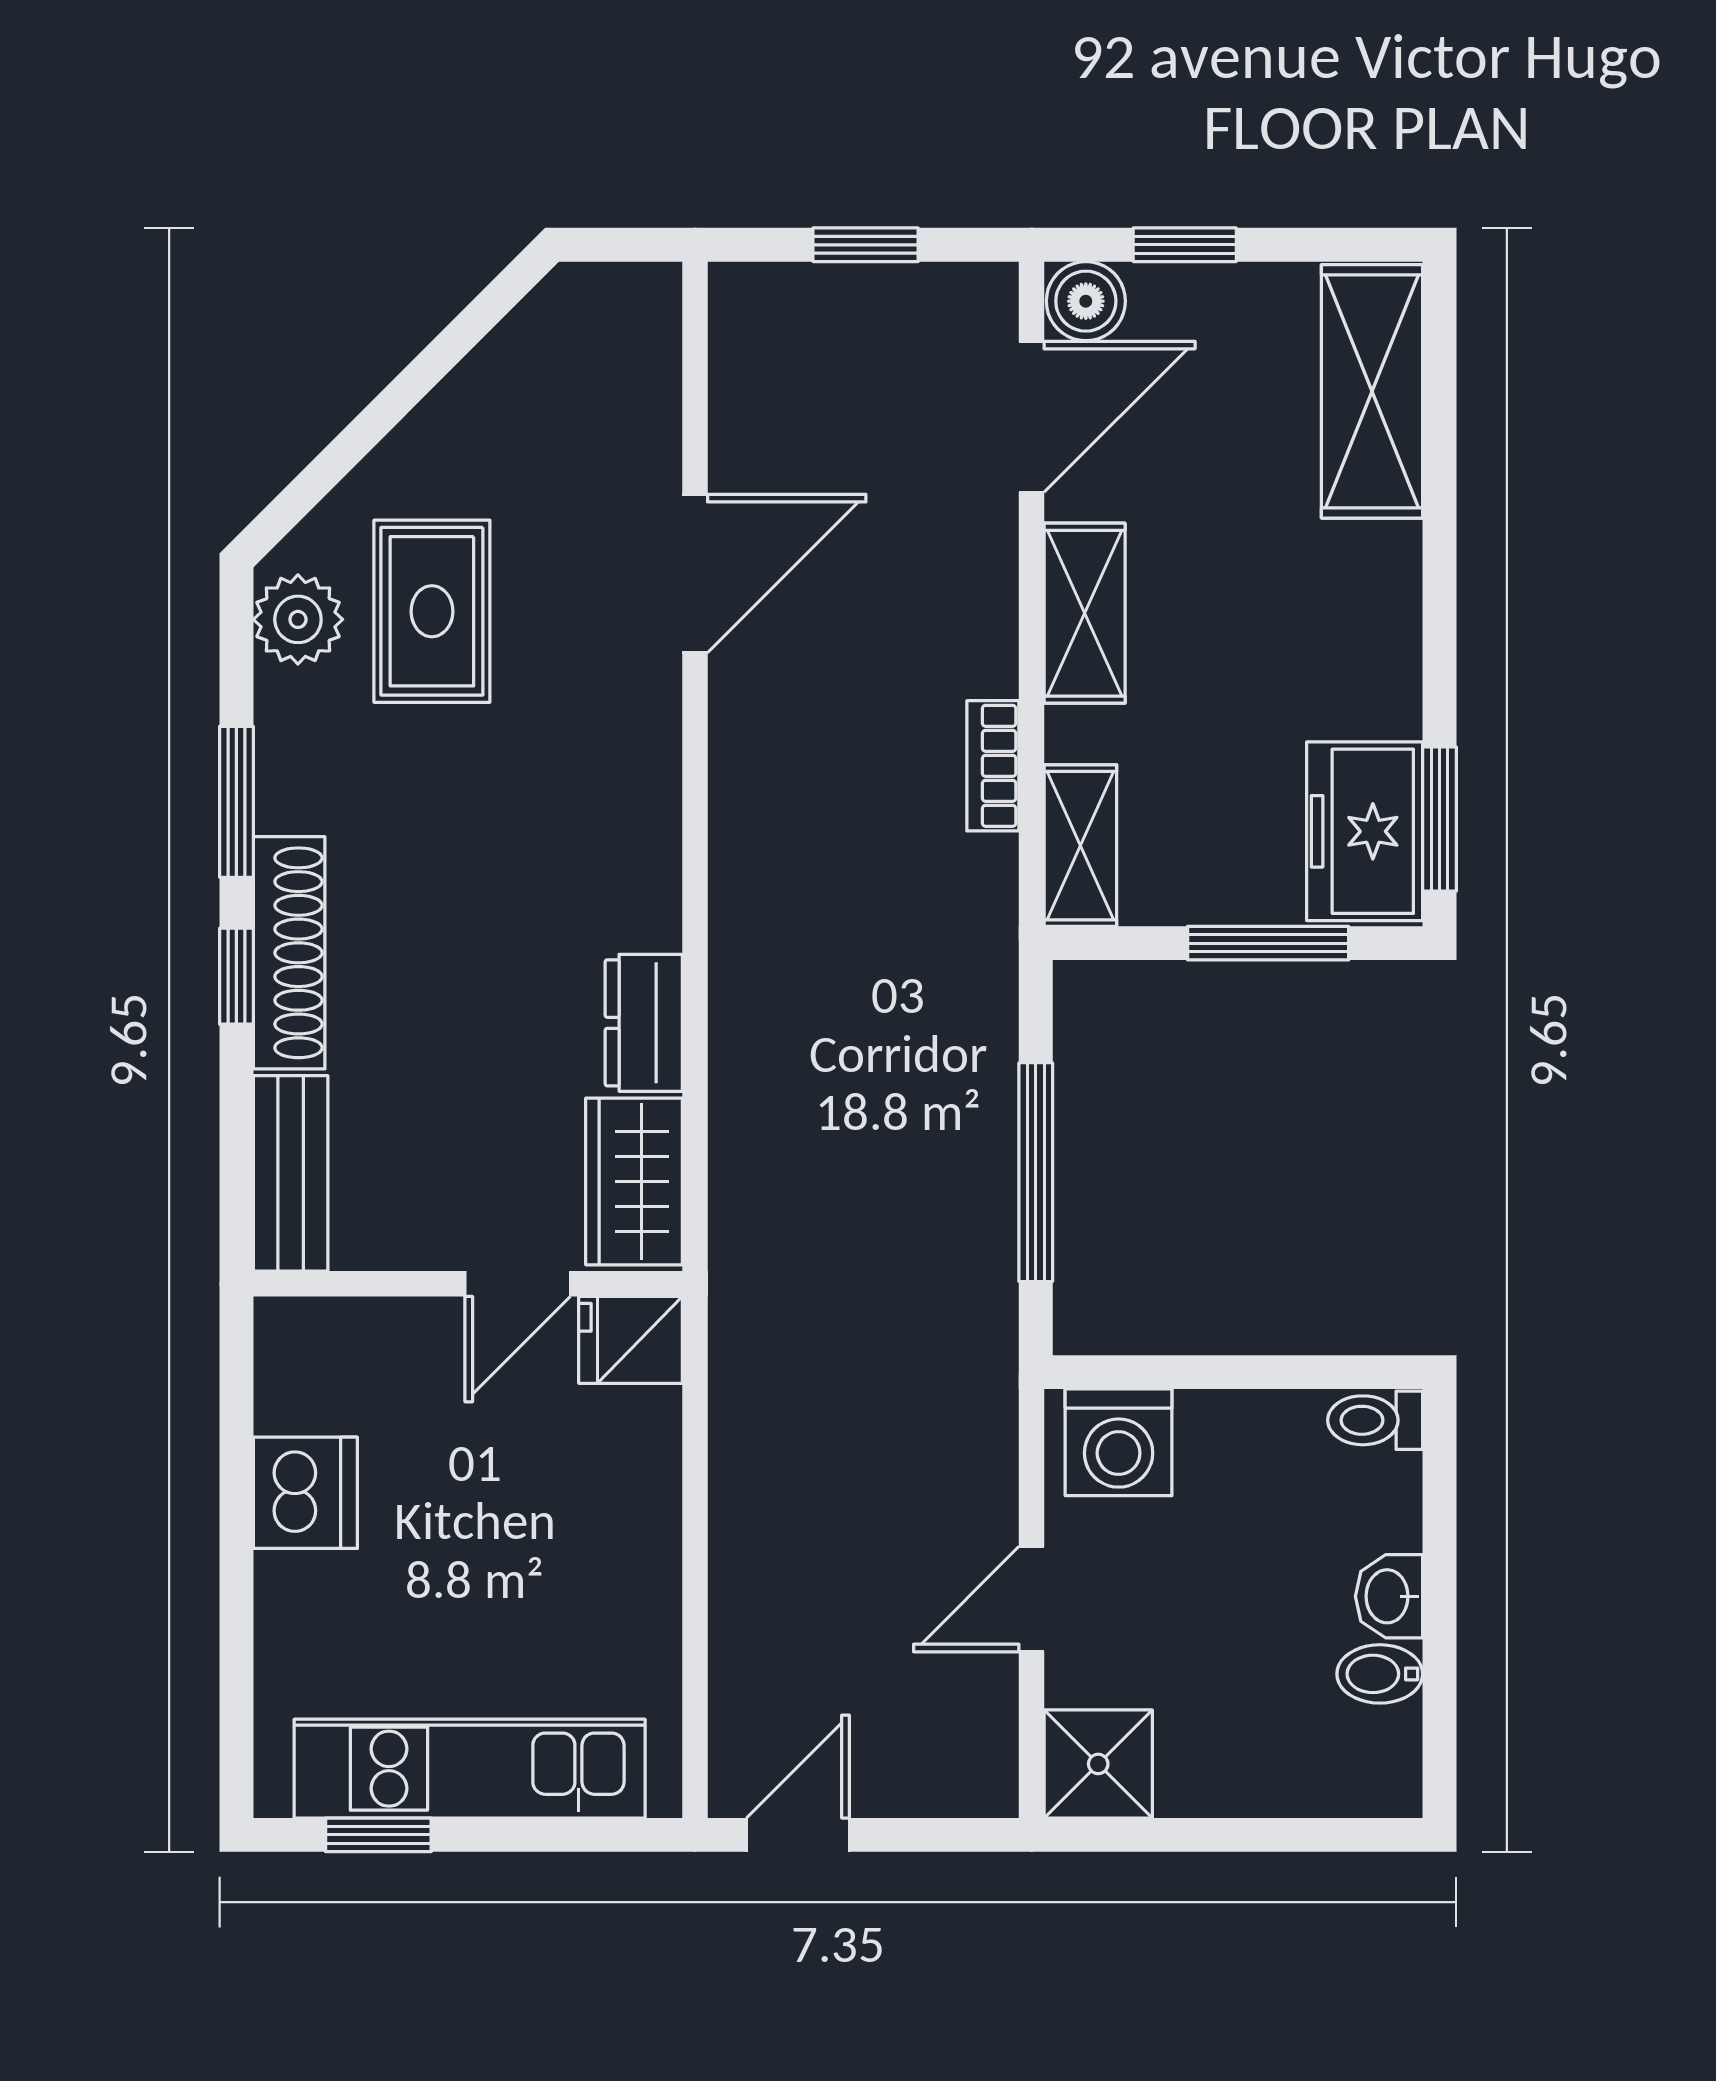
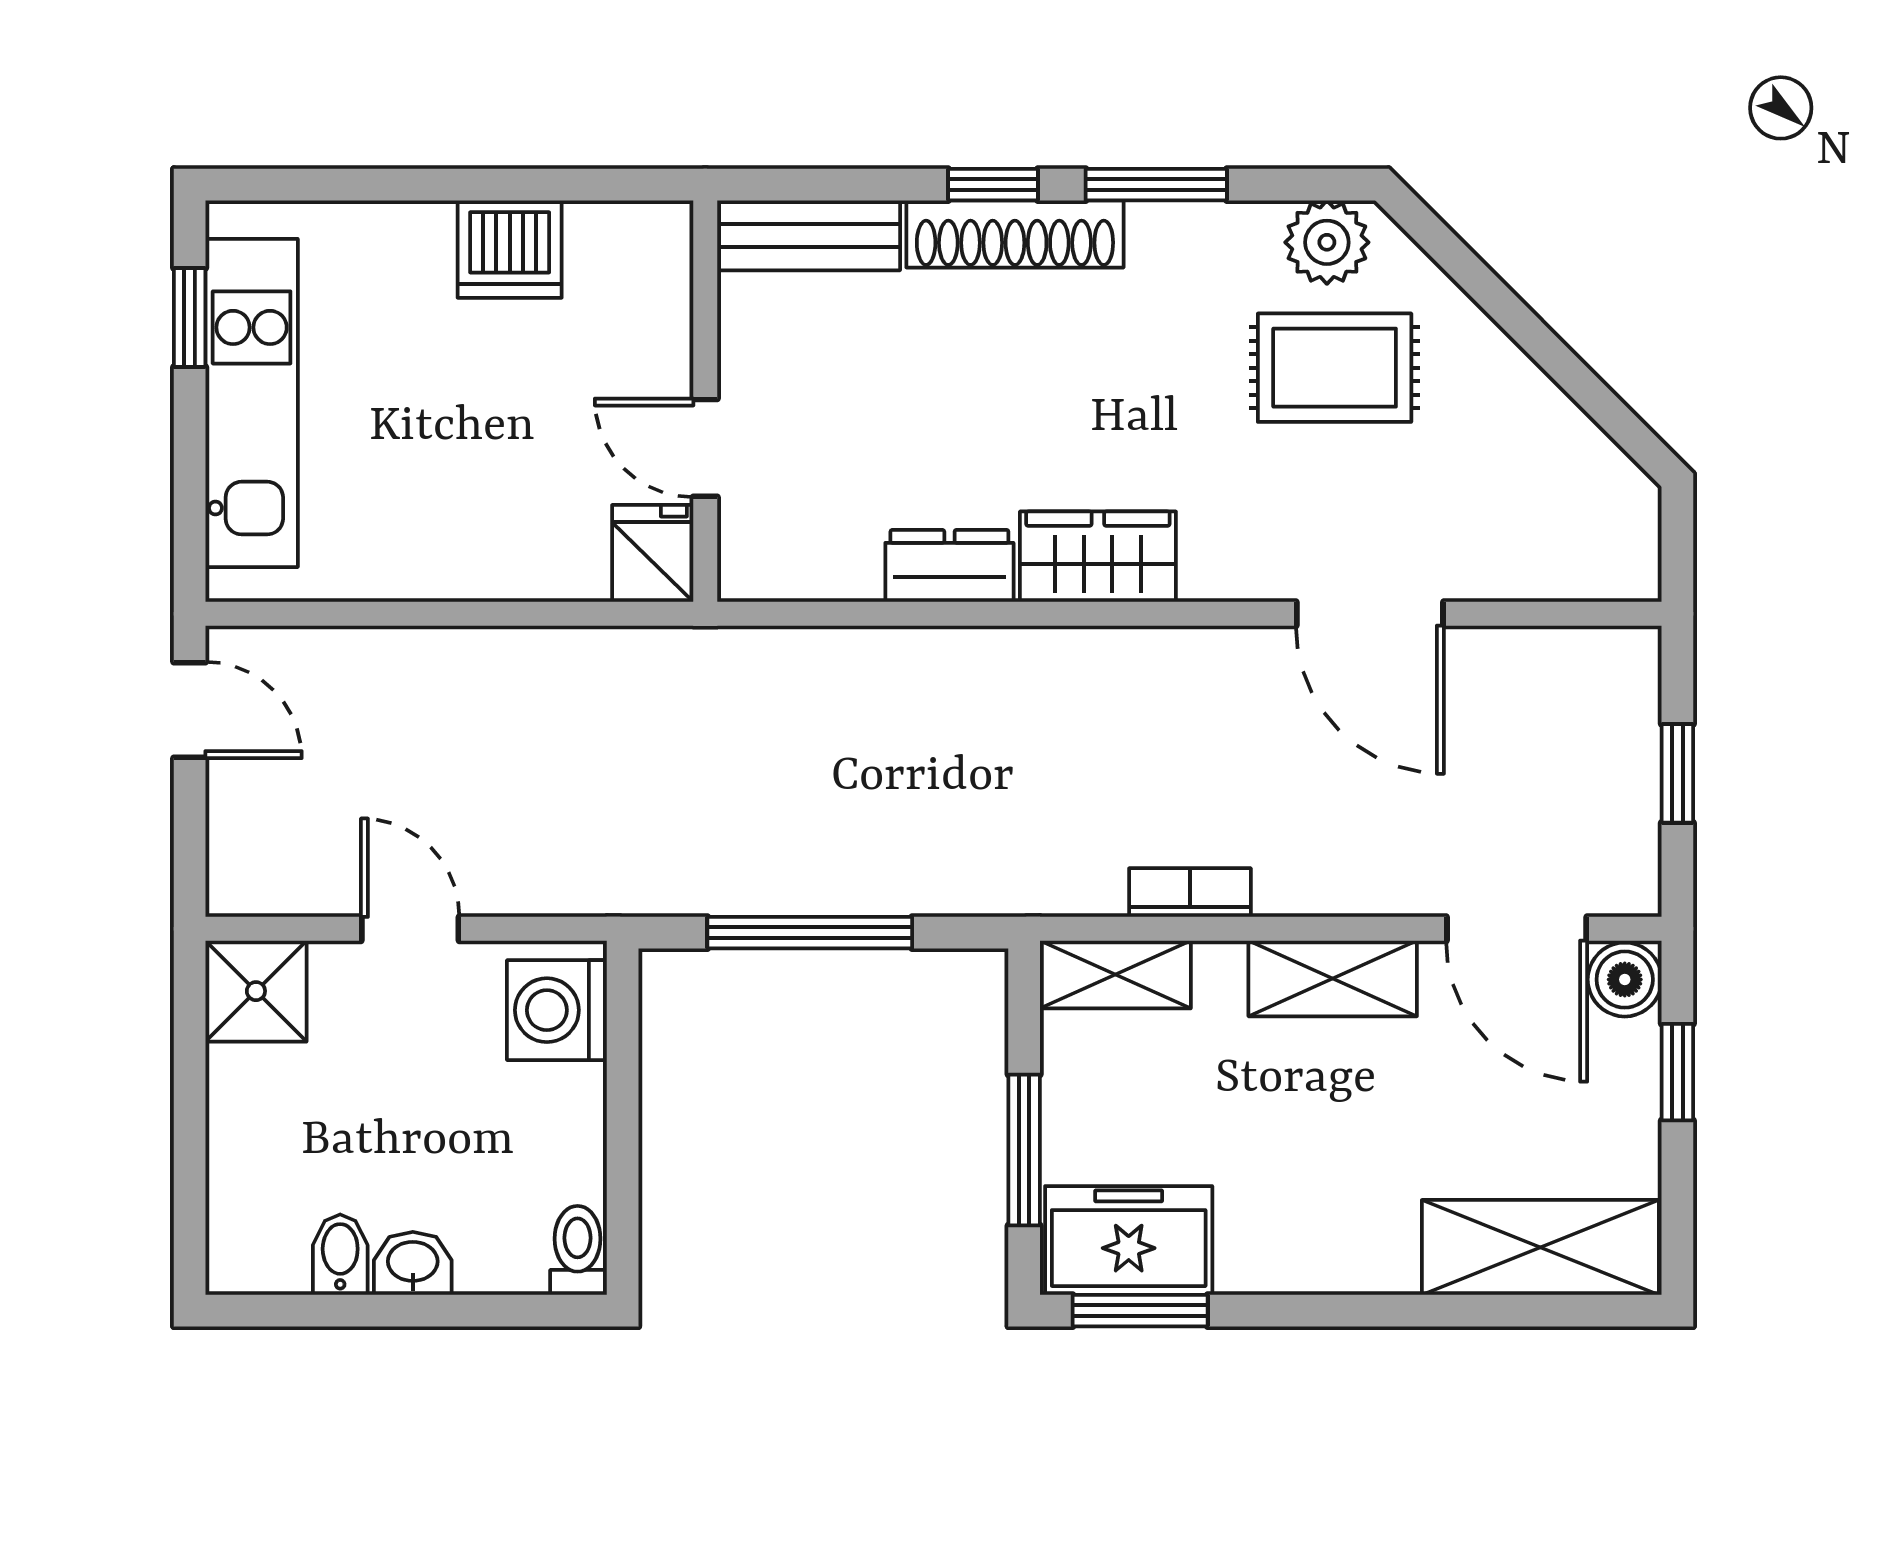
wardrobe: (634, 1181) -> (1098, 557), moved

